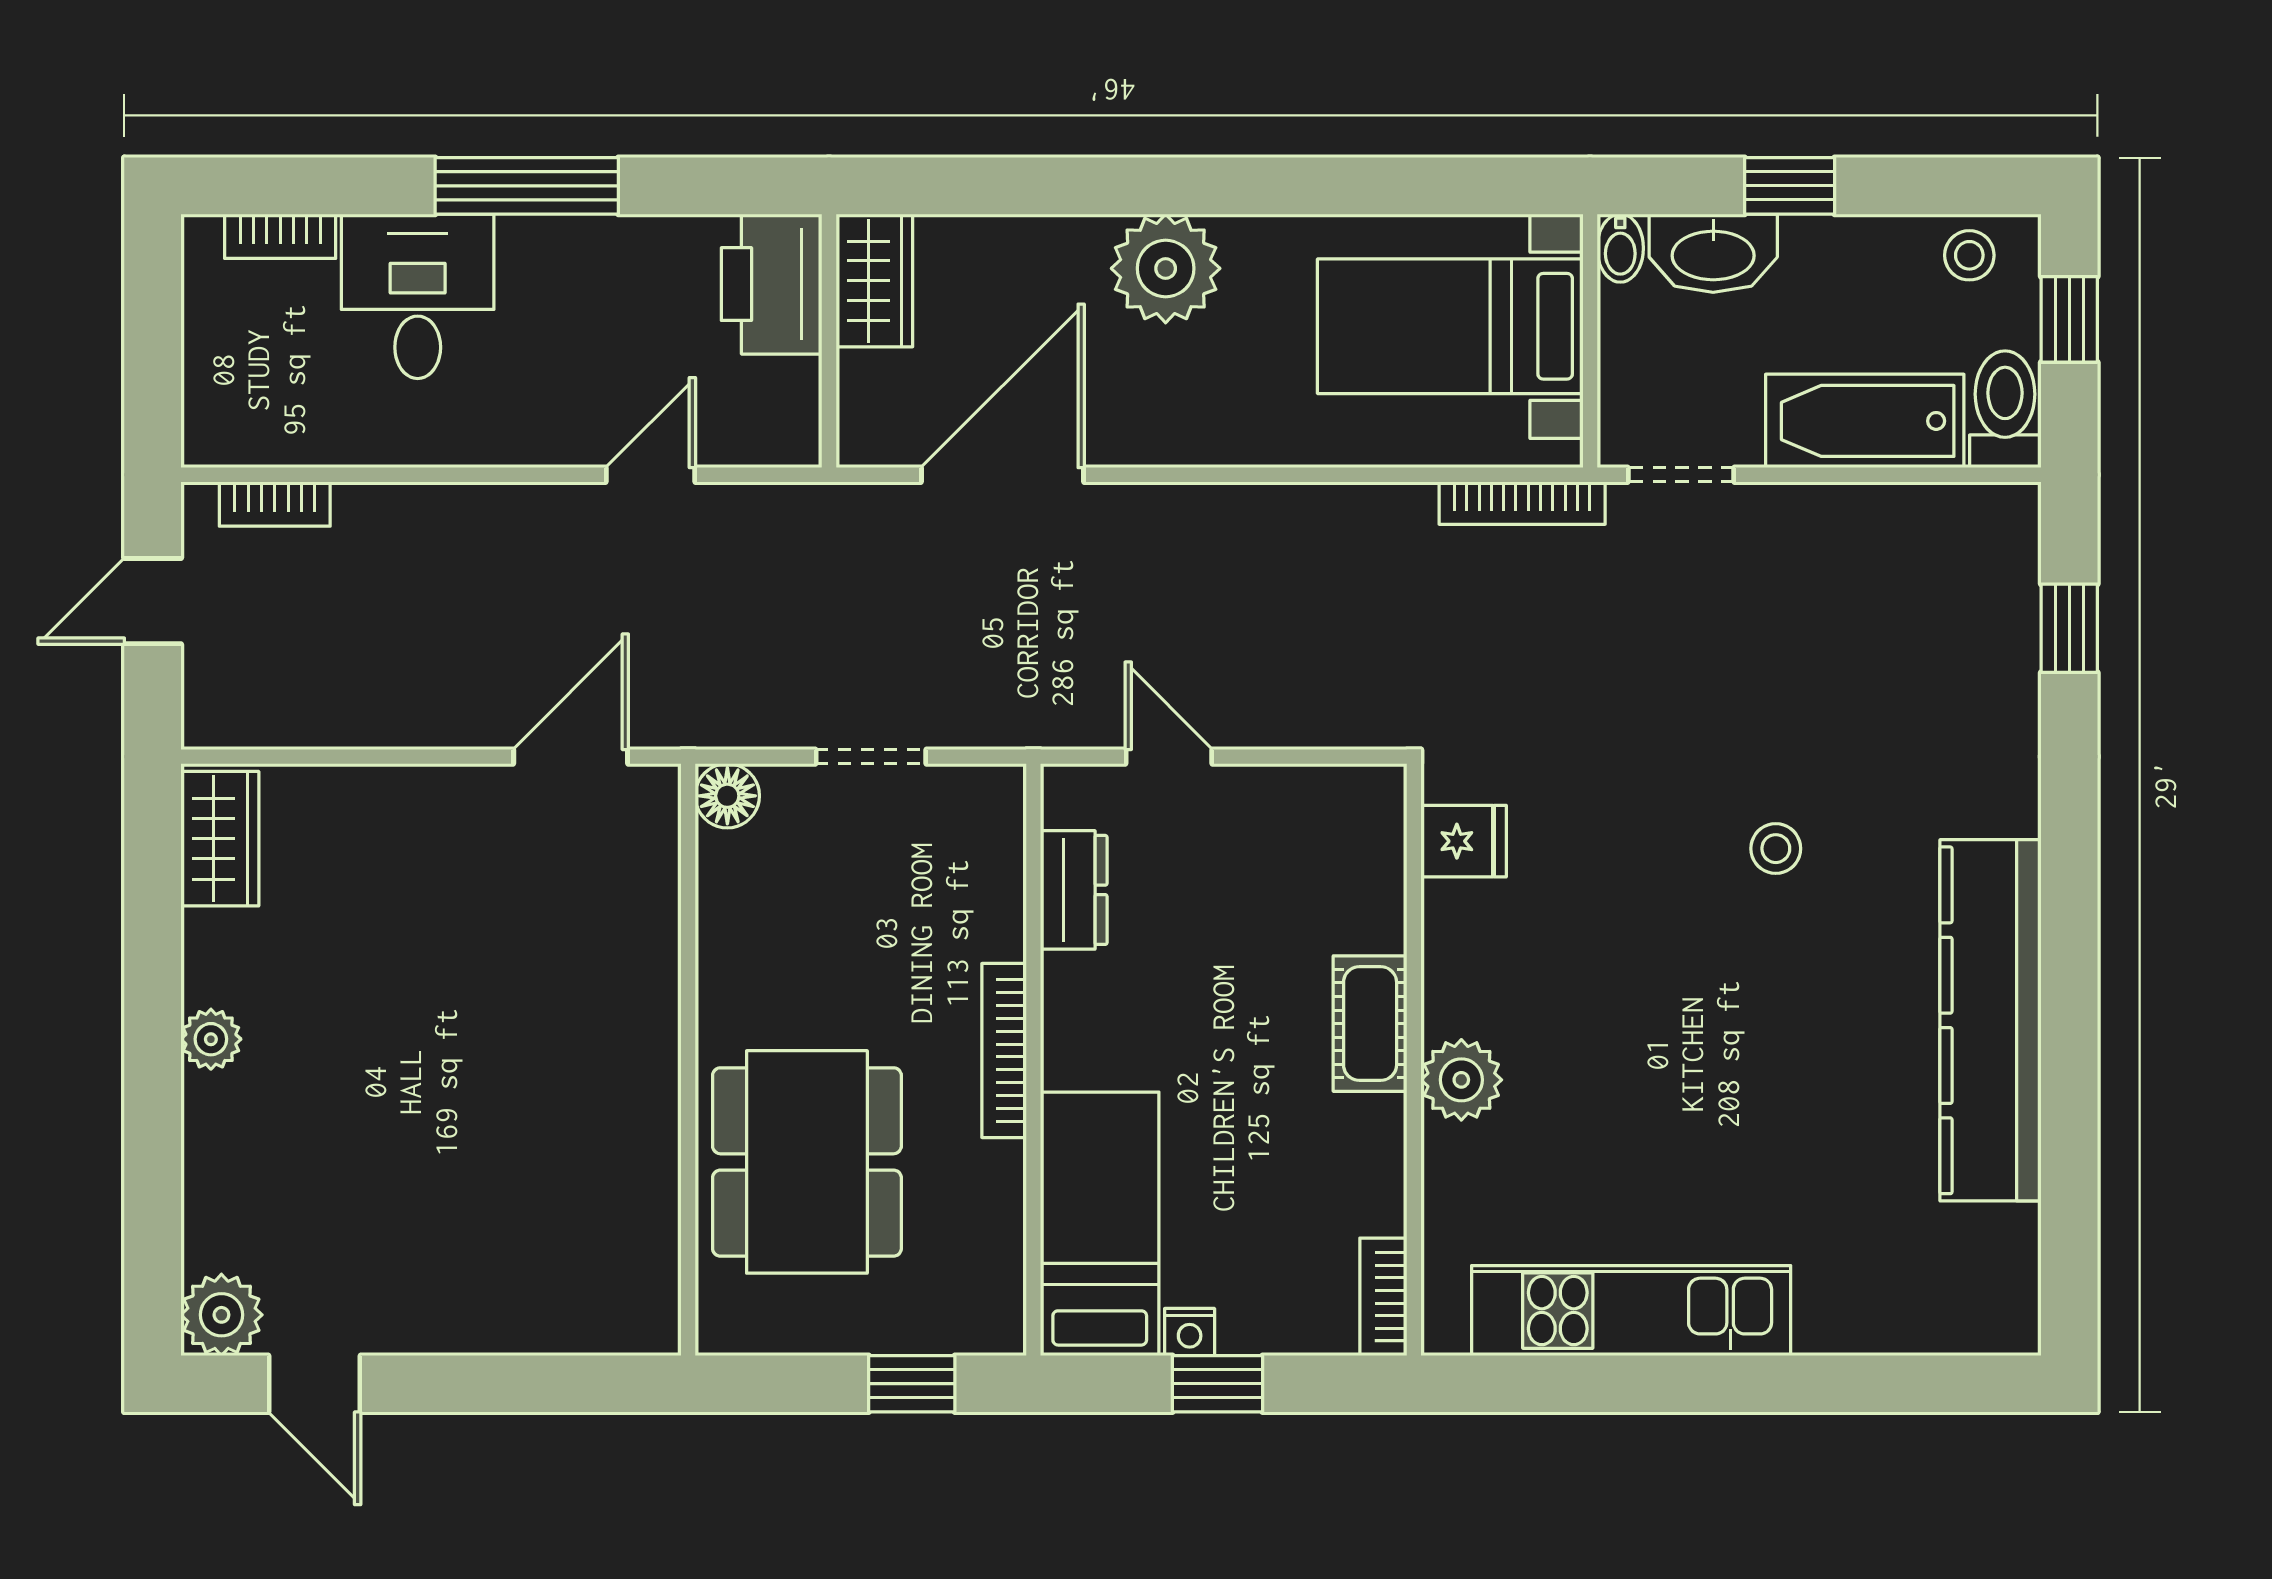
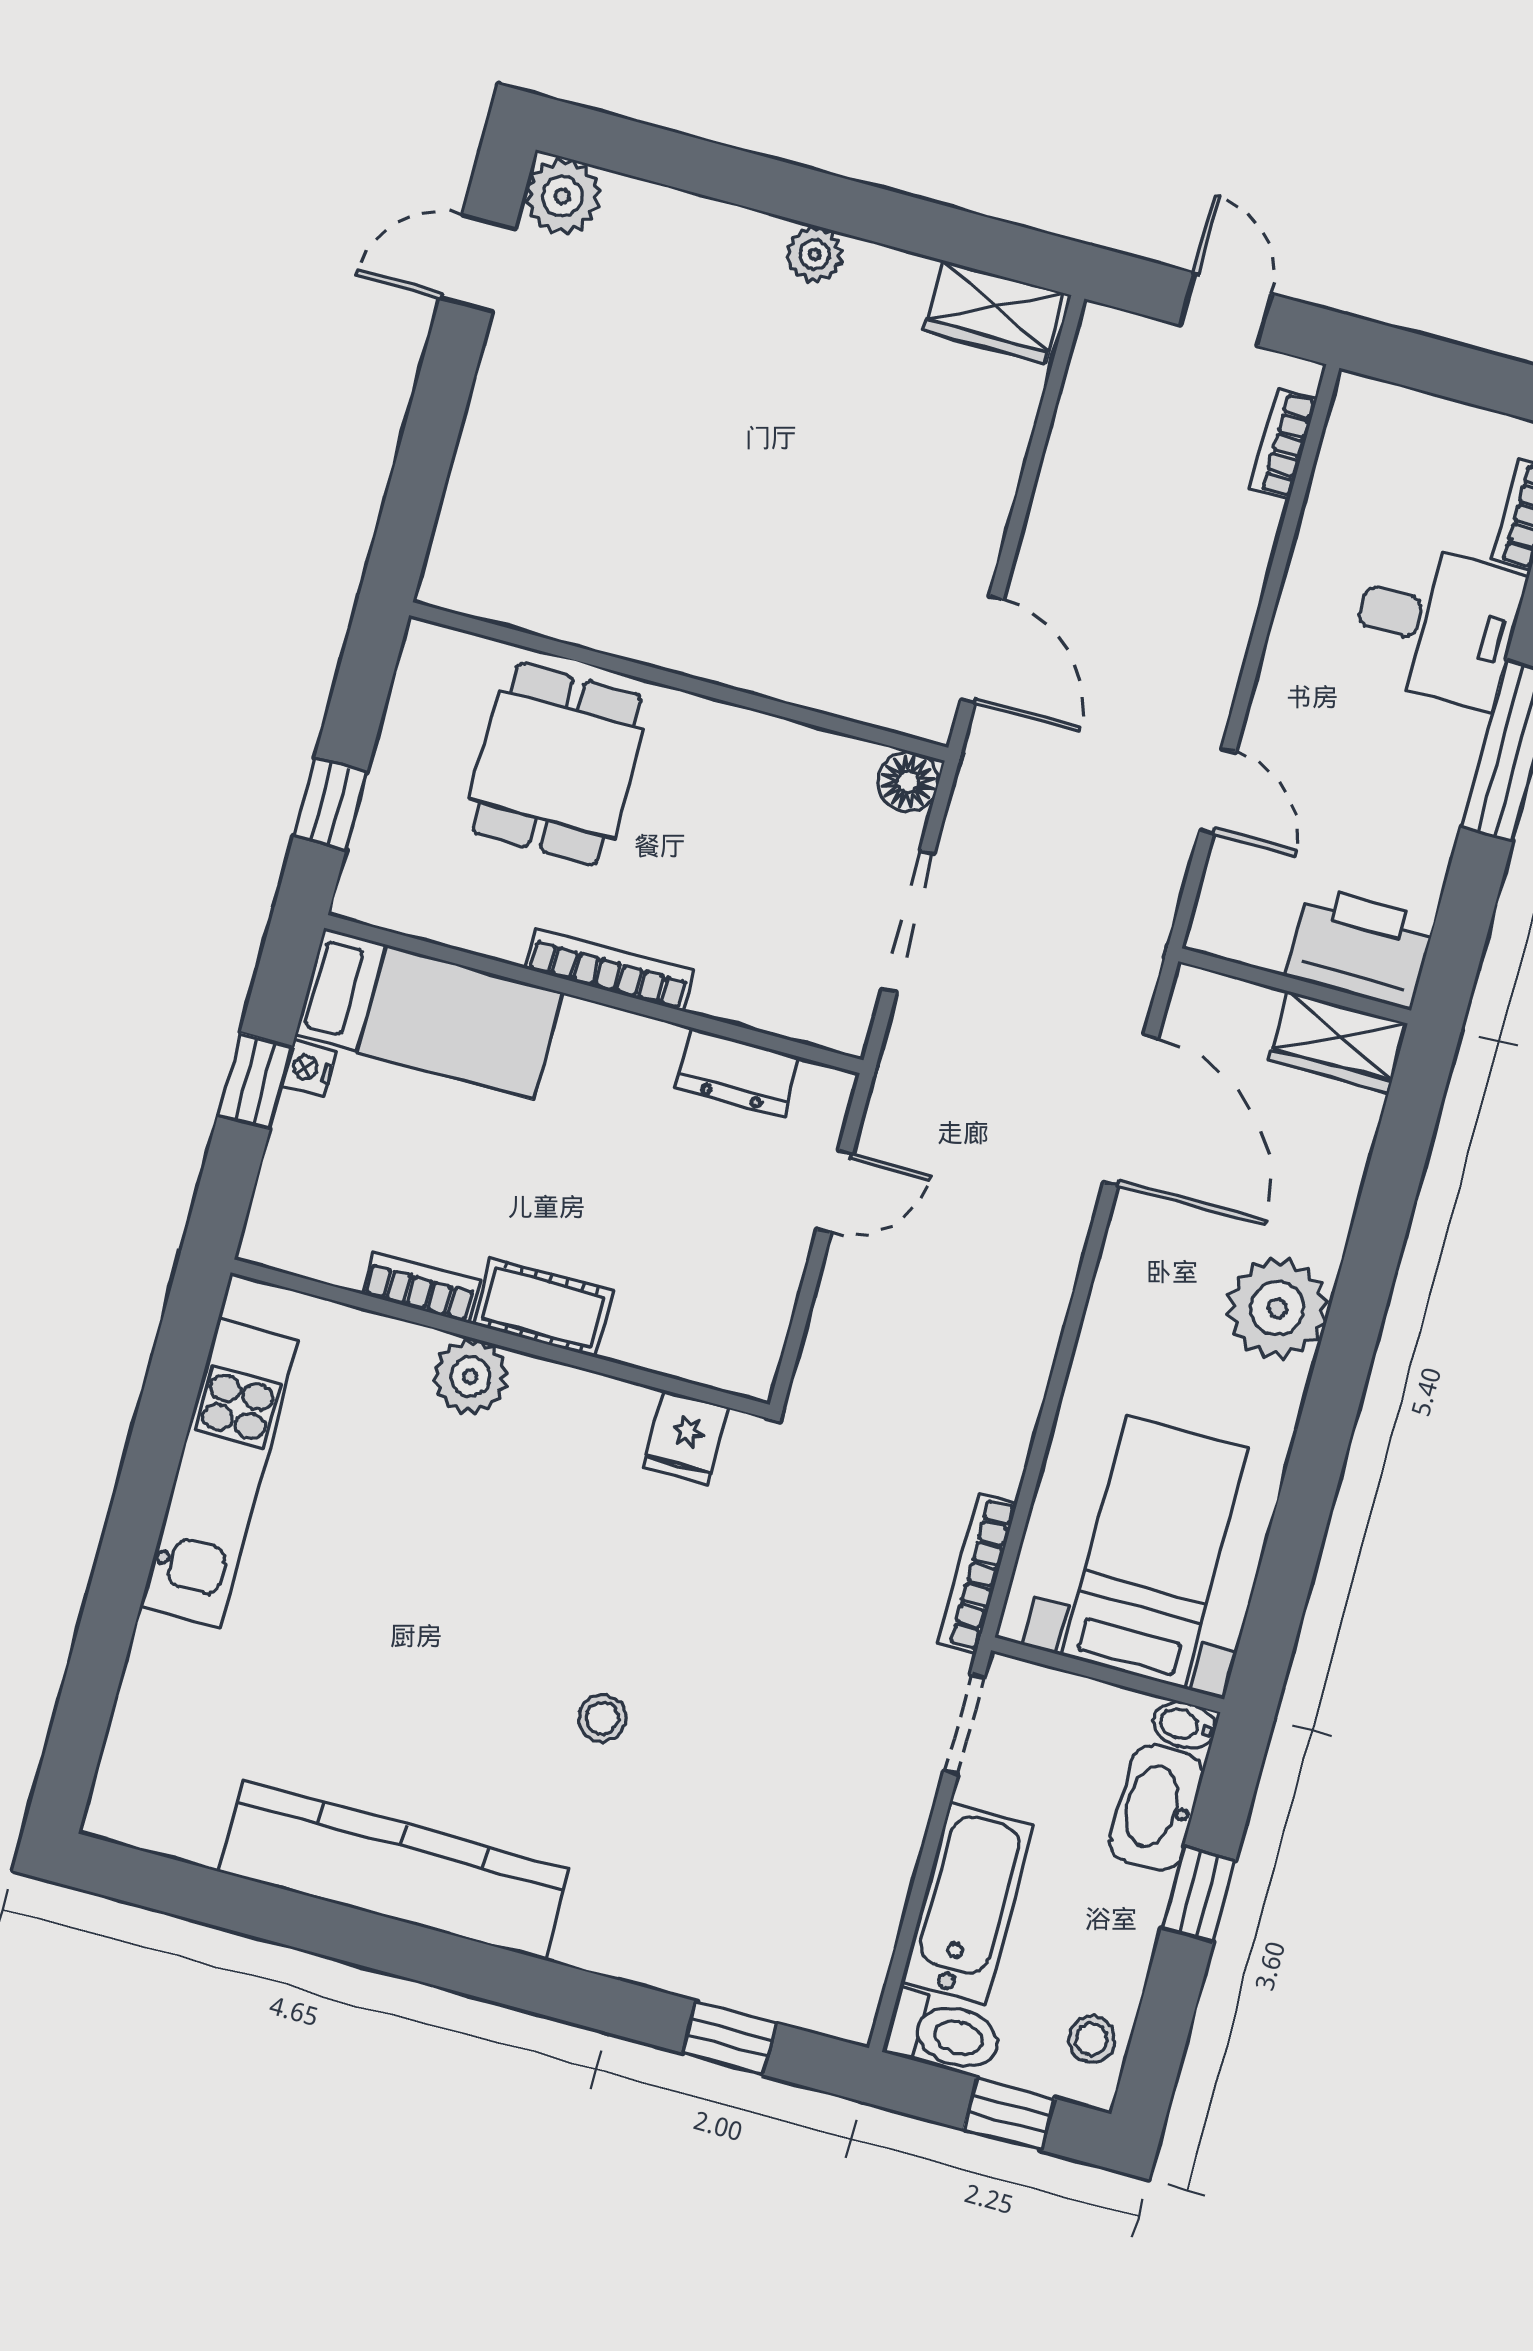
doorway: (871, 757) -> (908, 922), width x1.38
dining table: (807, 1162) -> (557, 764), width x0.73
bookcase: (1383, 1297) -> (421, 1287), moved

